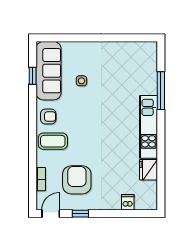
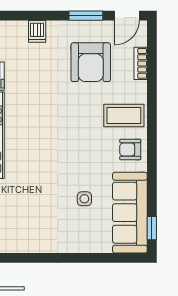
window: (33, 76) -> (152, 228), moved
dishwasher: (128, 202) -> (37, 31), moved
window: (80, 214) -> (86, 16), width x1.50

